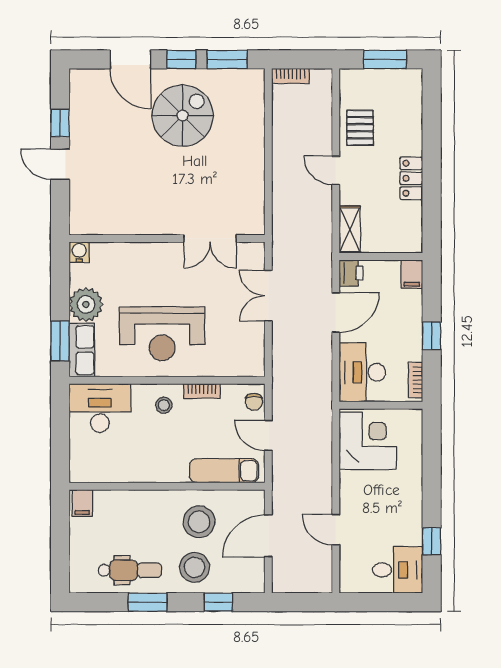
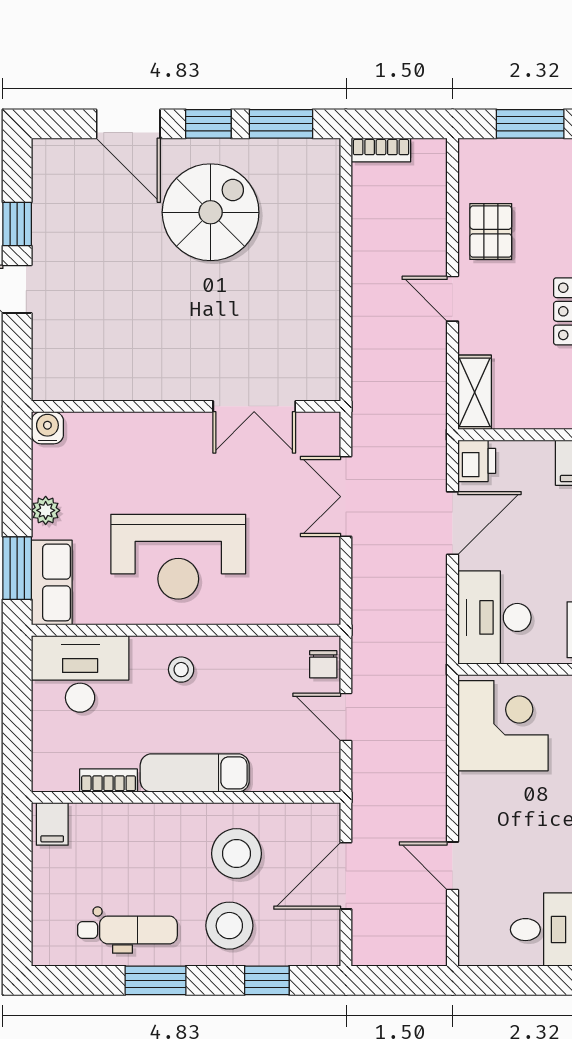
plant: (86, 304) -> (46, 510), width x0.53, depth x0.53
bookcase: (202, 391) -> (109, 780), moved, turned 180
exam couch: (224, 471) -> (195, 773), moved

